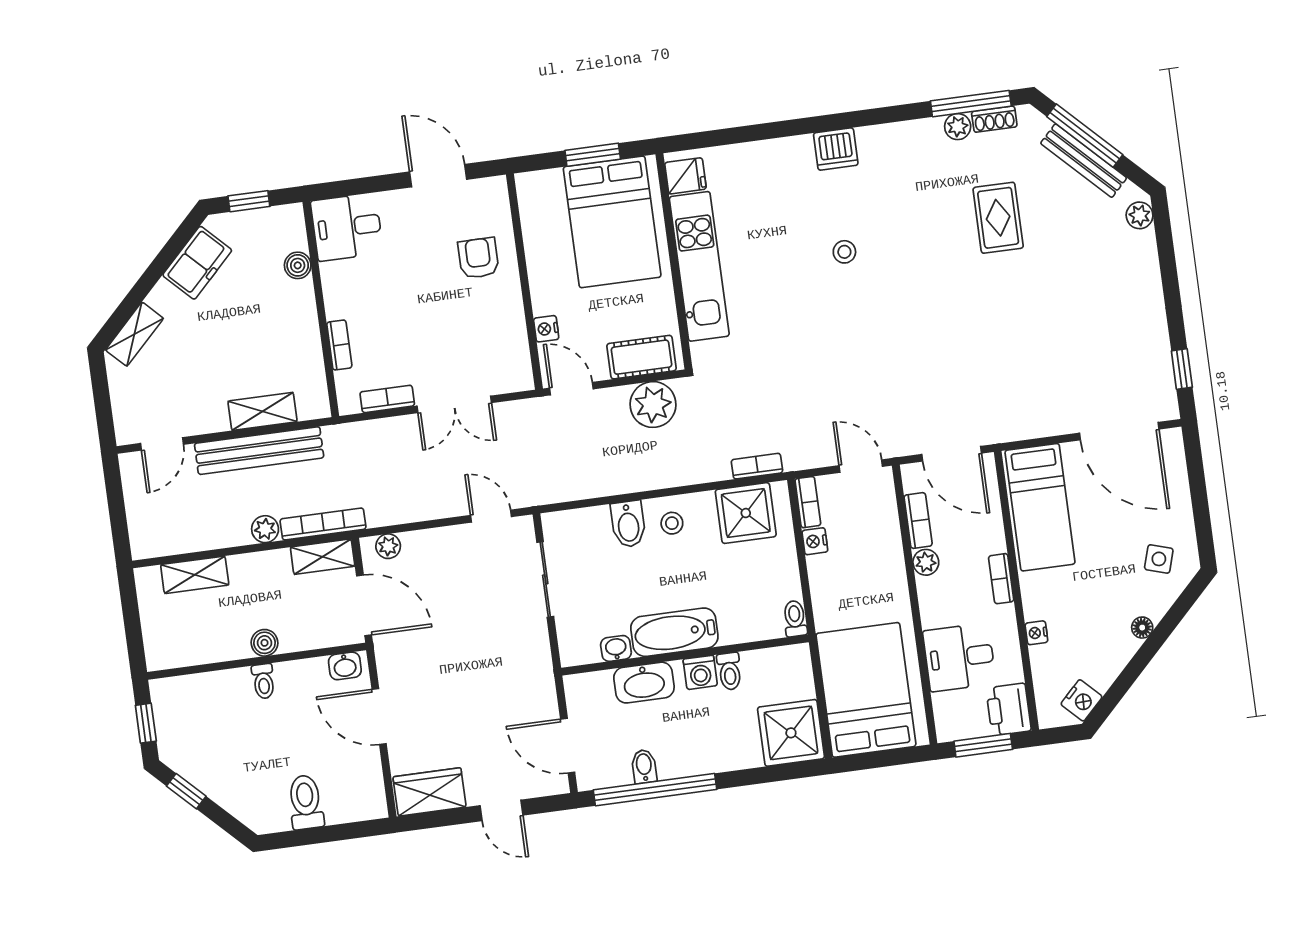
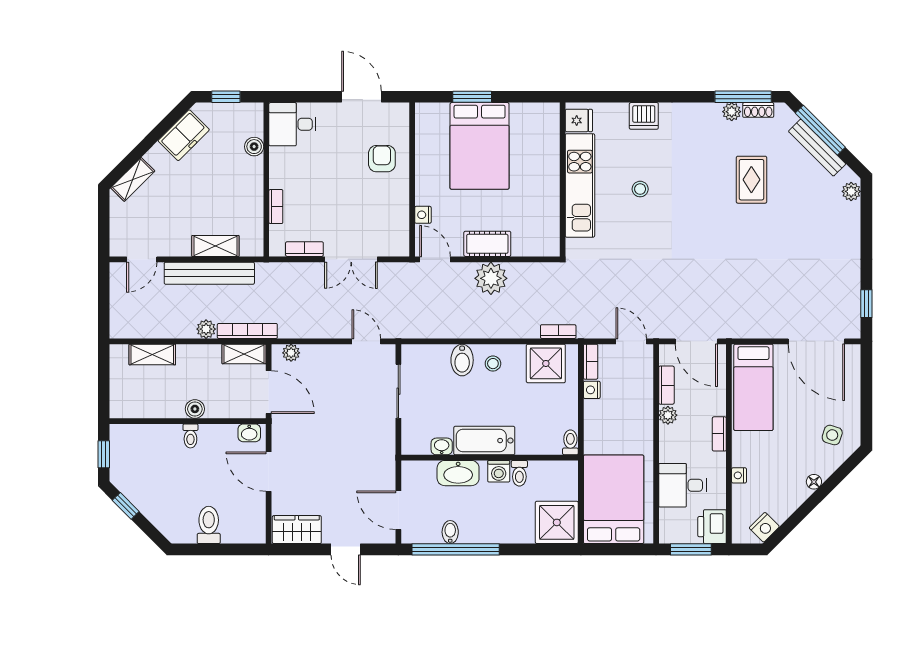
fridge: (685, 176) -> (579, 120), moved
wall: (674, 261) -> (563, 180), moved
kitchen unit: (699, 266) -> (580, 185), moved

